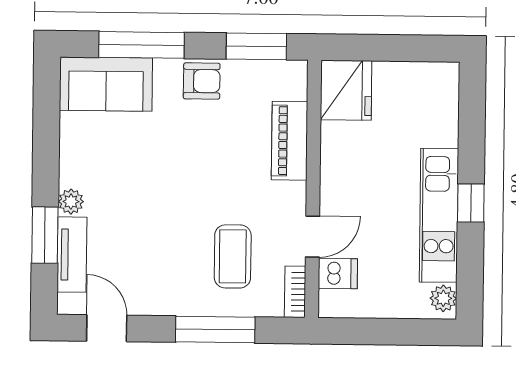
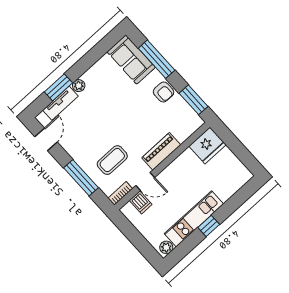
piano: (290, 141) -> (161, 151), moved

